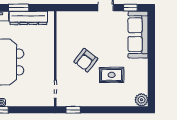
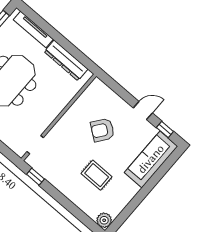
window: (18, 8) -> (65, 44), removed
armchair: (86, 60) -> (102, 130), moved

